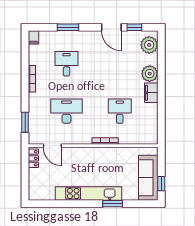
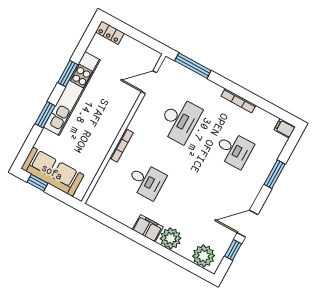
window: (25, 122) -> (193, 66), width x1.44
locker: (33, 158) -> (110, 33), moved
window: (77, 204) -> (68, 74), added

